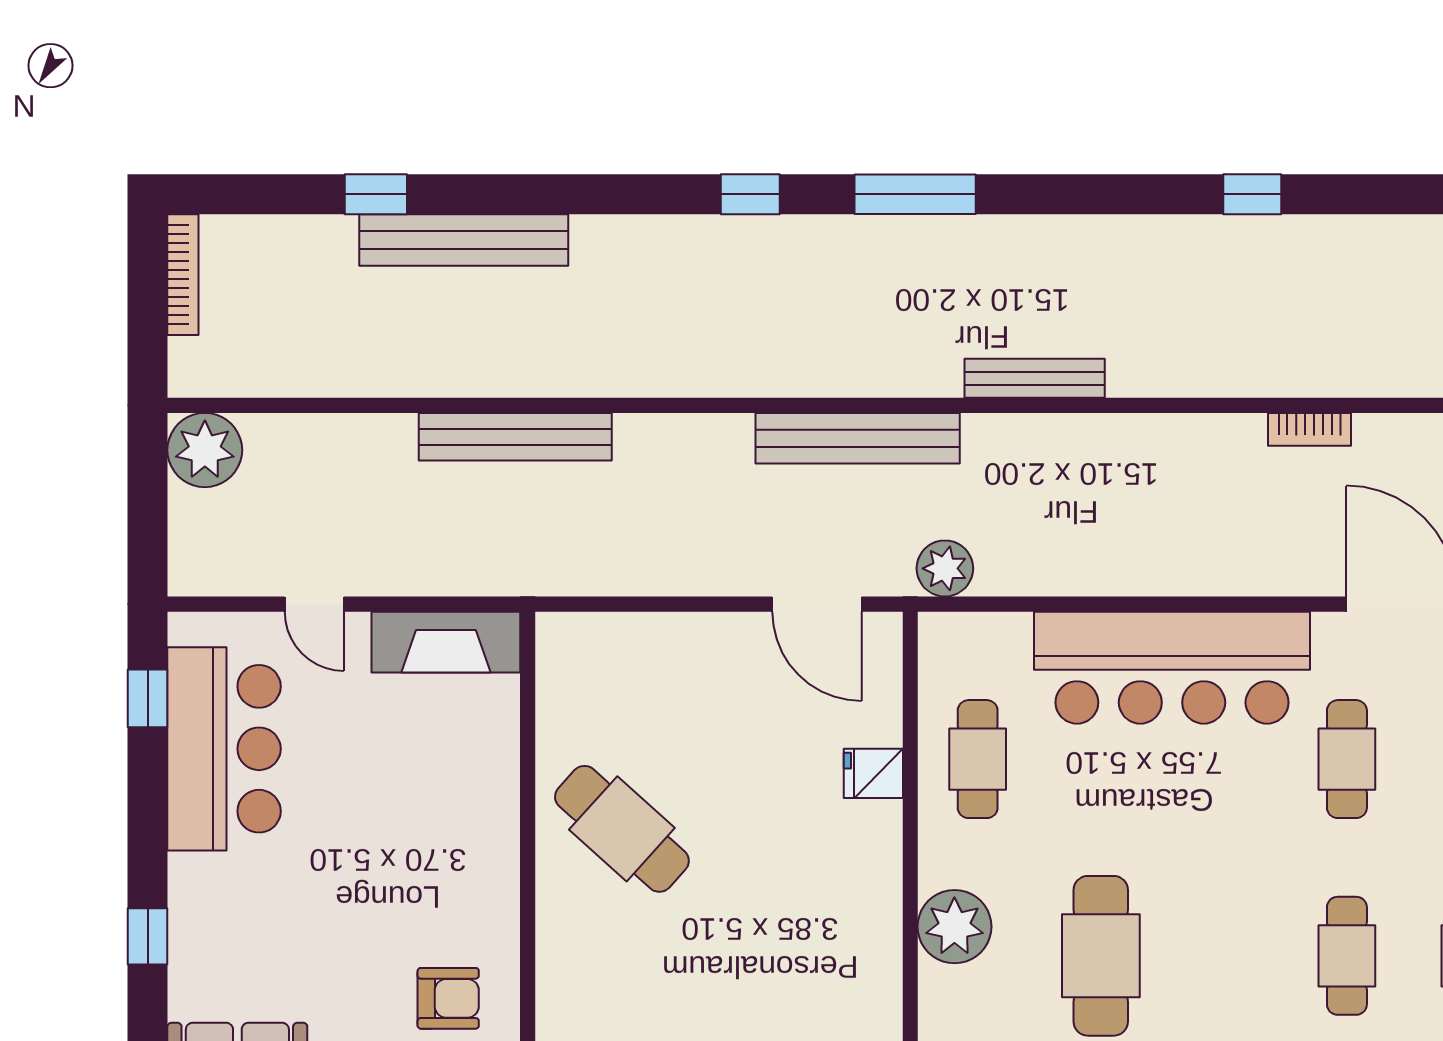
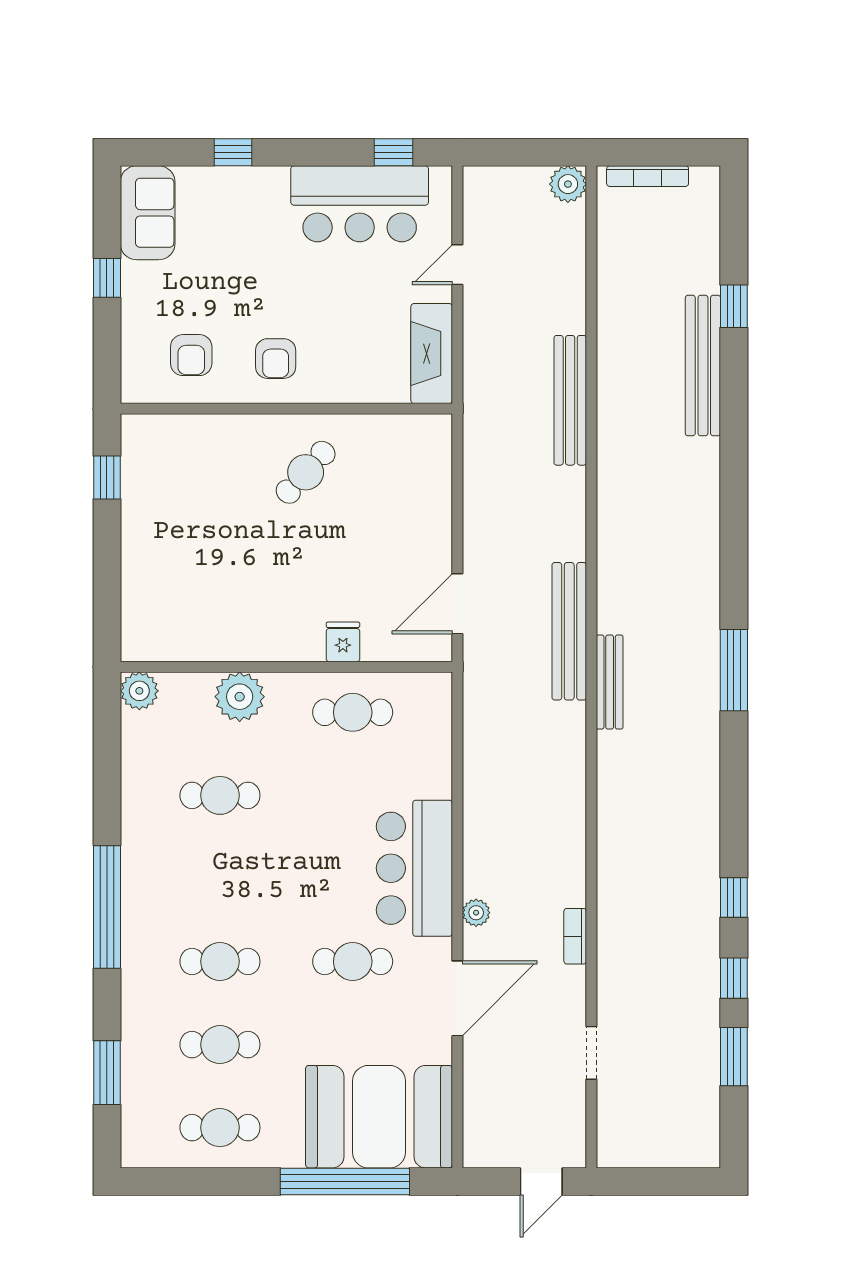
window: (750, 194) -> (734, 978), moved
bookcase: (183, 275) -> (648, 176), moved
bench: (1035, 378) -> (610, 682), moved
plant: (205, 450) -> (568, 184), width x0.73, depth x0.73
plant: (945, 568) -> (476, 913), moved, width x0.73, depth x0.73
bar counter: (1172, 668) -> (414, 868), width x0.73
cafe table: (622, 829) -> (306, 472), width x0.73, depth x0.74
armchair: (453, 873) -> (276, 359), added
cafe table: (1101, 956) -> (220, 795), width x0.73, depth x0.74

